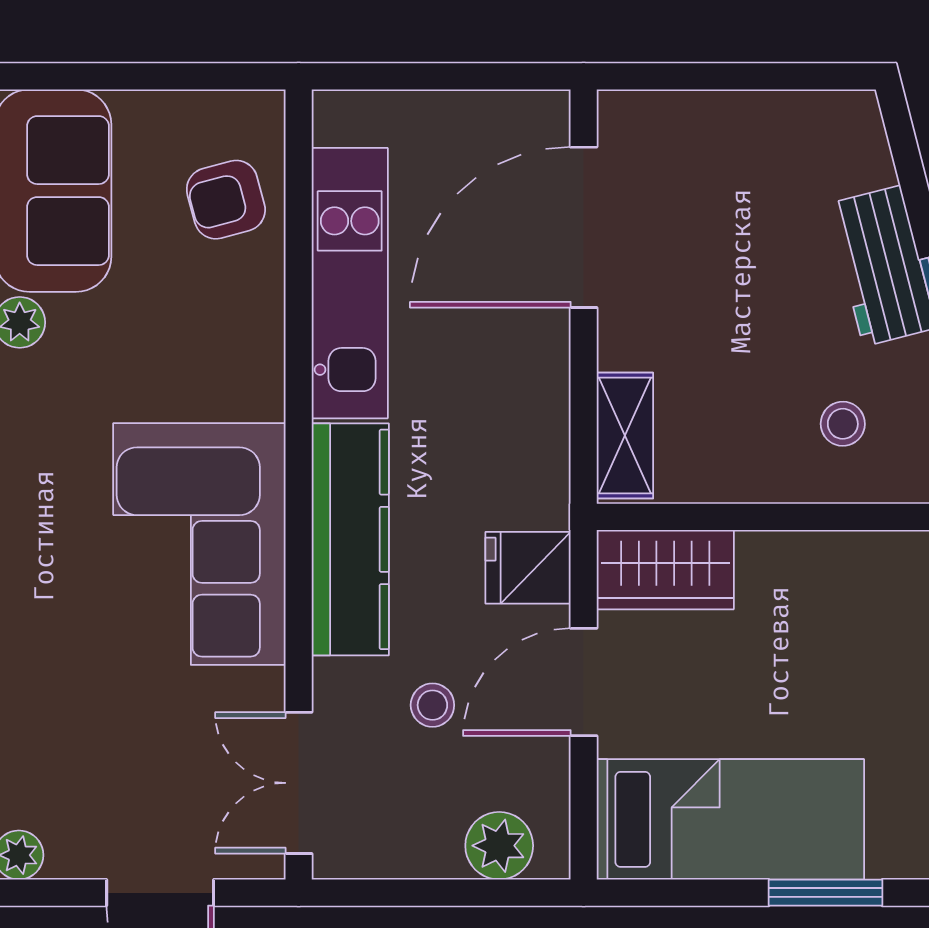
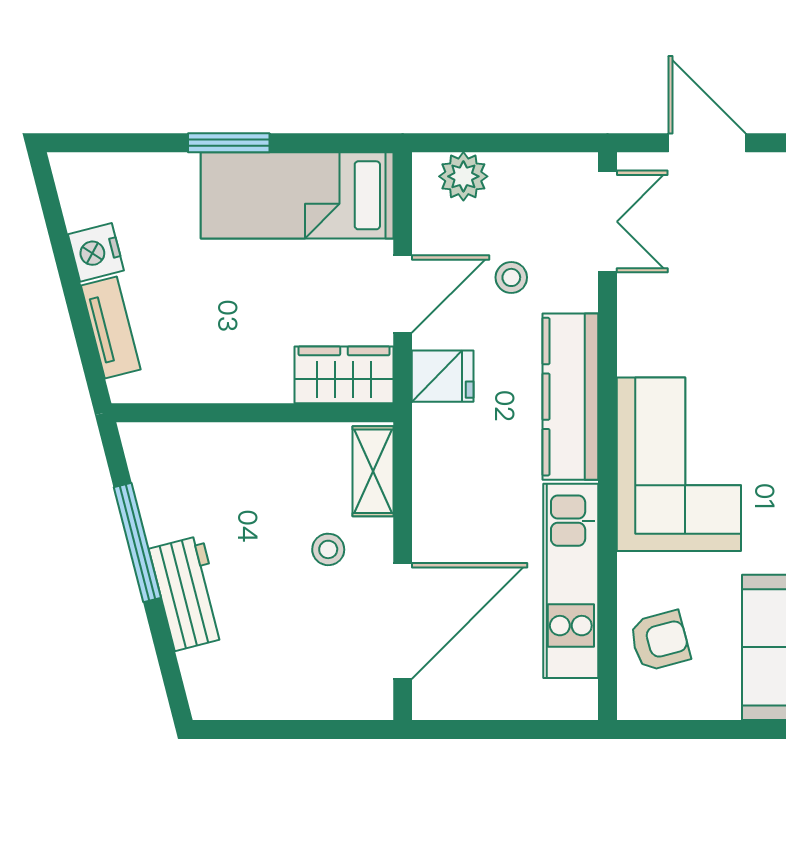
stool: (843, 424) -> (328, 549), moved
corner sofa: (199, 544) -> (679, 464), moved

